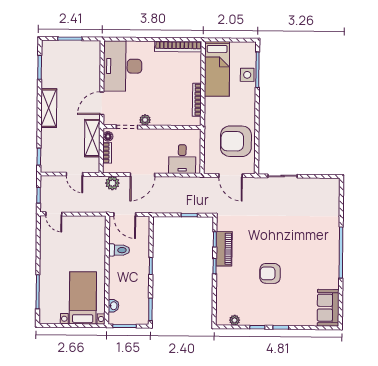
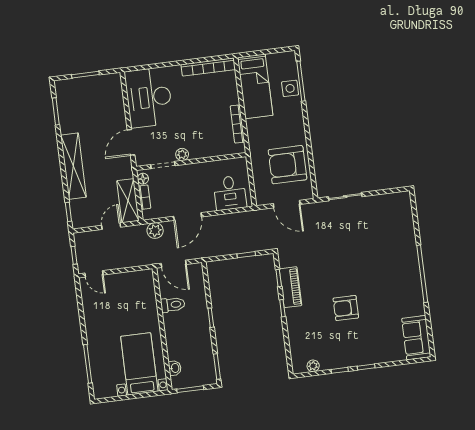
shelving: (49, 108) -> (73, 166), width x1.47
shelving: (92, 138) -> (128, 201), moved
door: (75, 174) -> (111, 226), swing flipped

